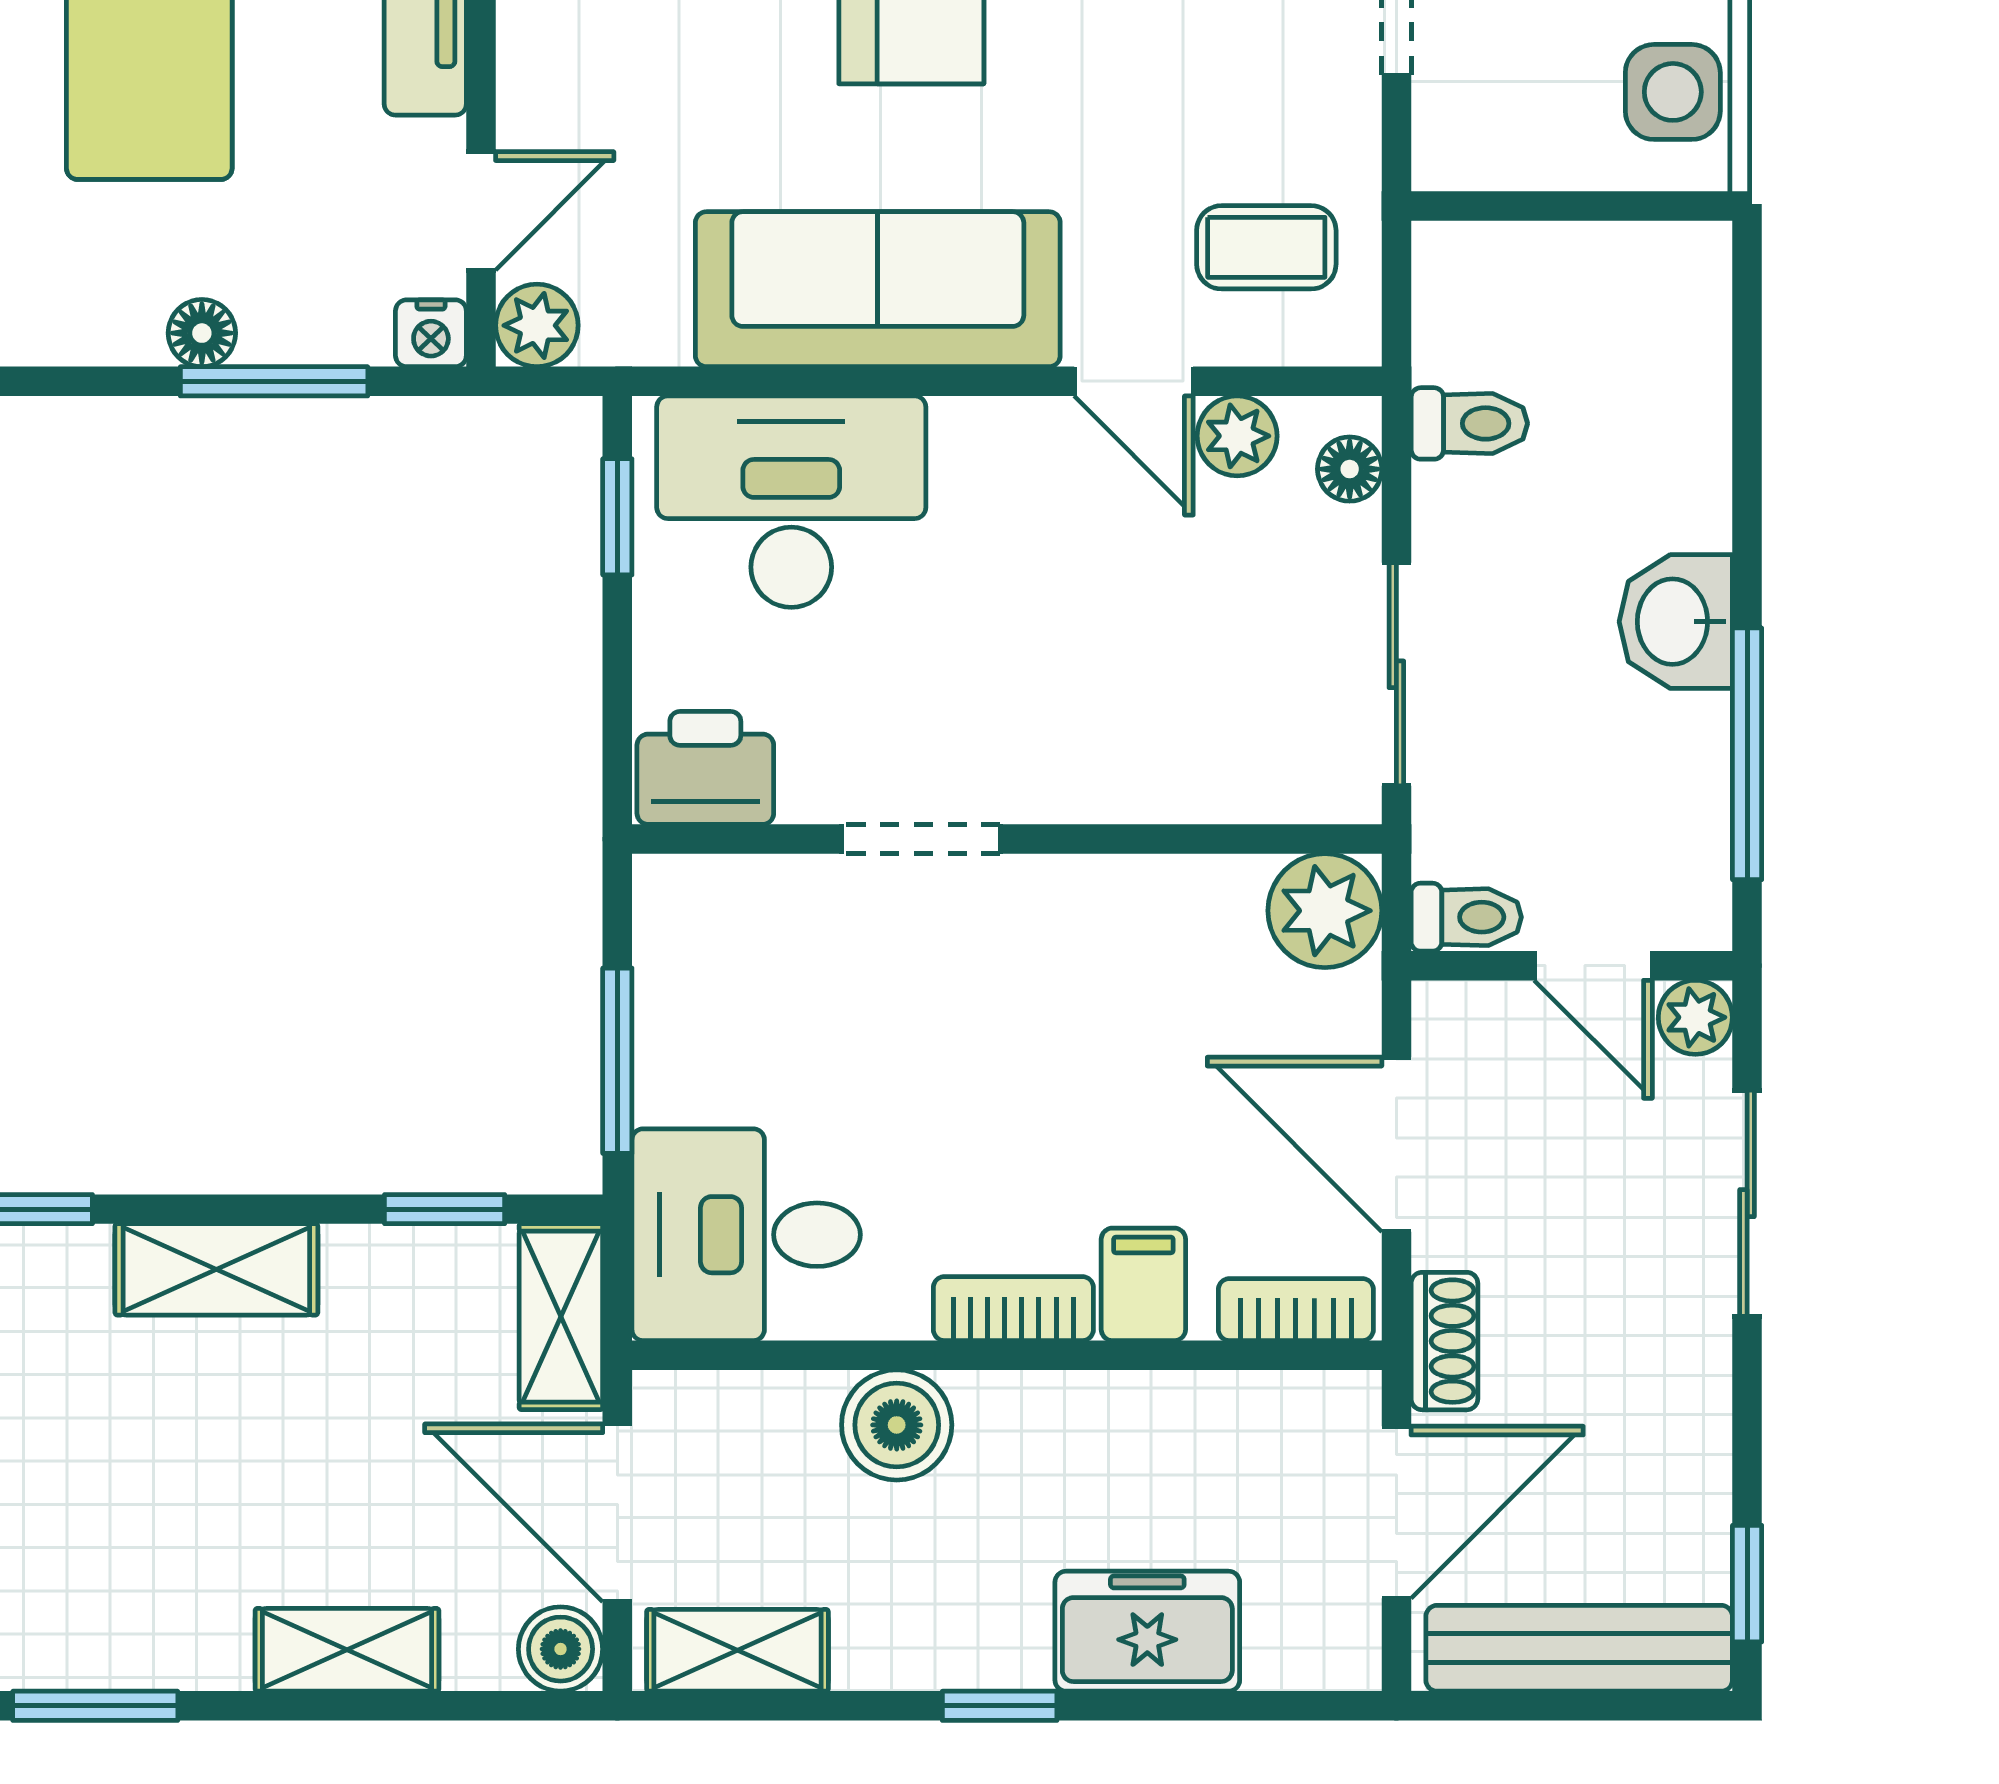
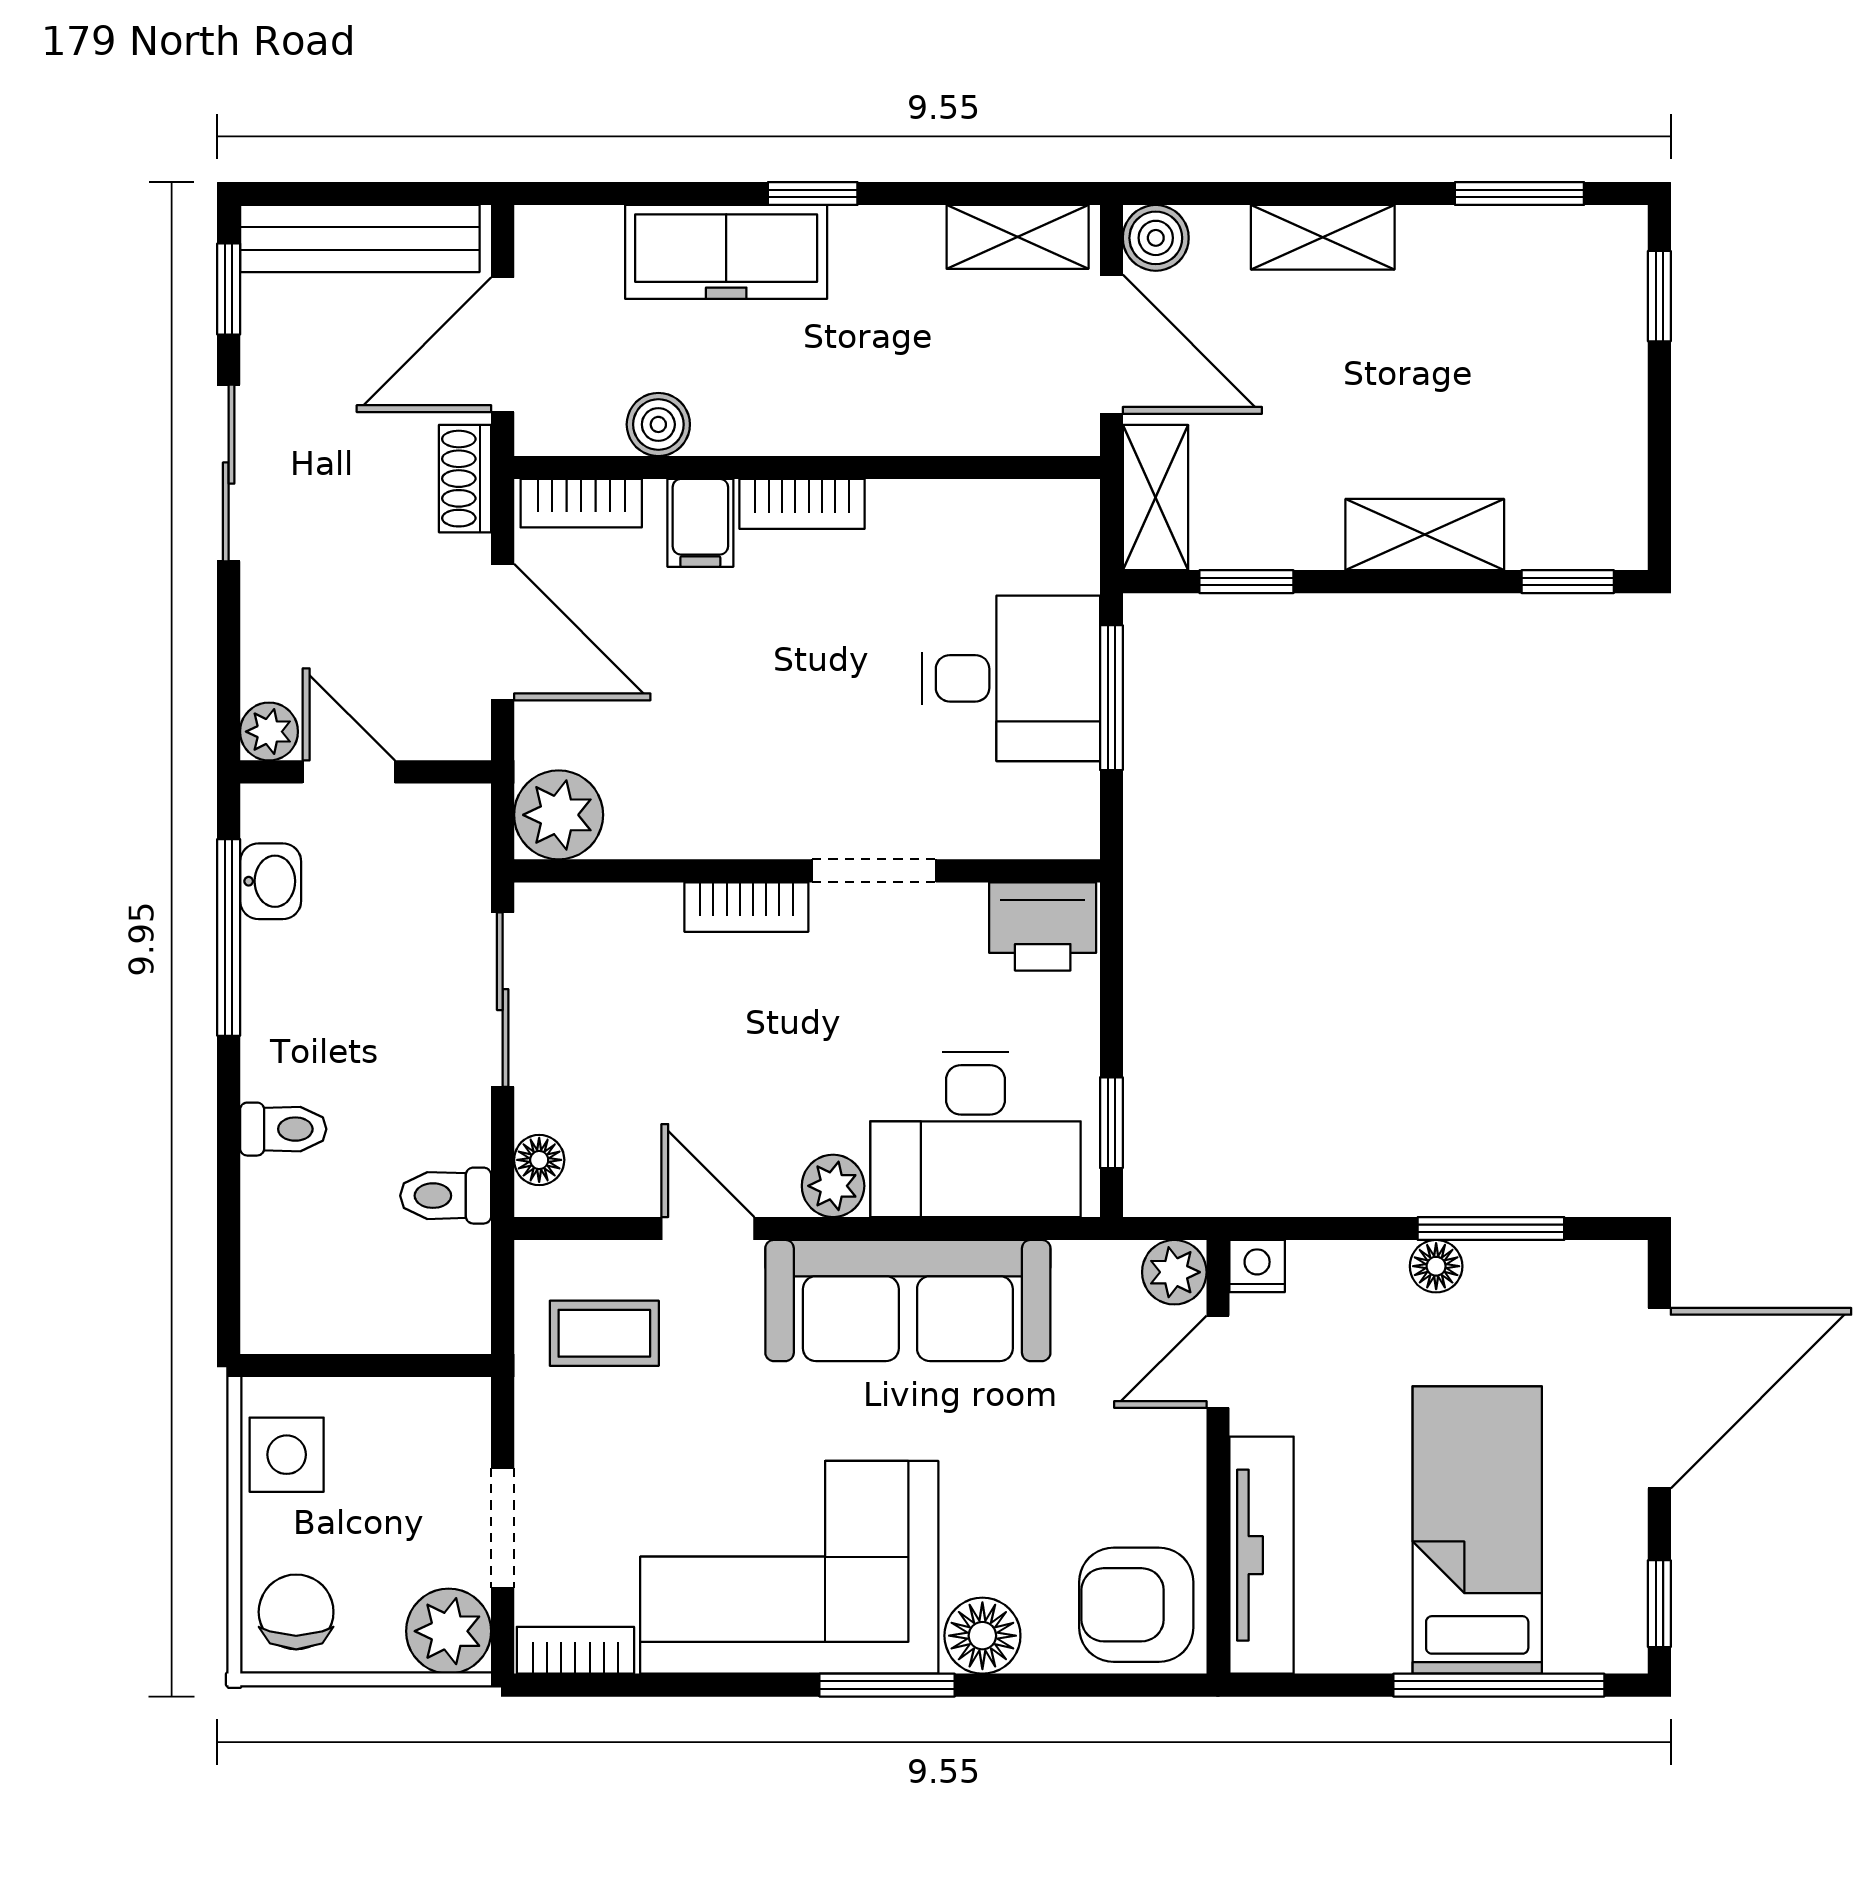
window: (274, 381) -> (1491, 1229), moved
plant: (1237, 436) -> (833, 1186), moved
washbasin: (1676, 622) -> (271, 881), moved, width x0.72, depth x0.69
bookcase: (1084, 793) -> (746, 907), added
toilet: (1466, 917) -> (283, 1129), moved, turned 180
sliding door: (1747, 1203) -> (229, 473), moved
desk: (746, 1235) -> (1011, 678), moved
boiler: (897, 1425) -> (658, 424), moved, width x0.73, depth x0.73
freezer: (1147, 1631) -> (726, 252), width x1.40

